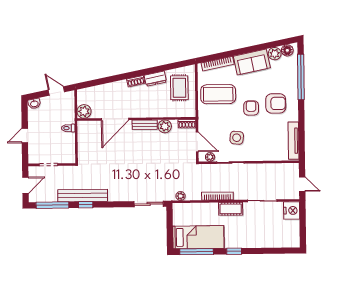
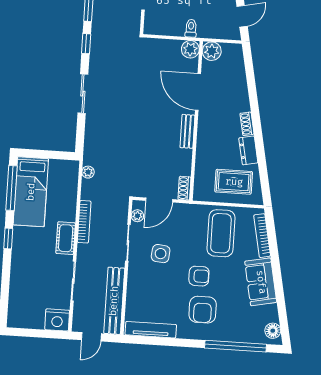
plant: (275, 54) -> (270, 313), removed
plant: (165, 126) -> (190, 49), moved
bench: (83, 196) -> (114, 301), moved
sliding door: (149, 204) -> (83, 94), moved

